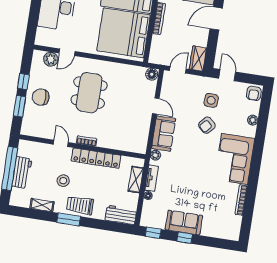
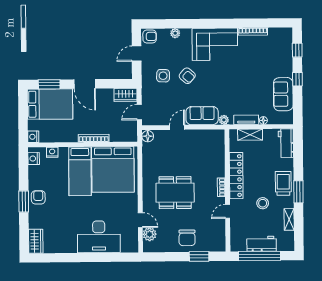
door: (178, 70) -> (139, 112), hinge flipped
door: (227, 75) -> (137, 54), moved
window: (23, 82) -> (175, 257), removed
trolley: (80, 205) -> (283, 183), turned 180
sofa: (184, 223) -> (283, 94), moved
window: (153, 233) -> (297, 50), moved

